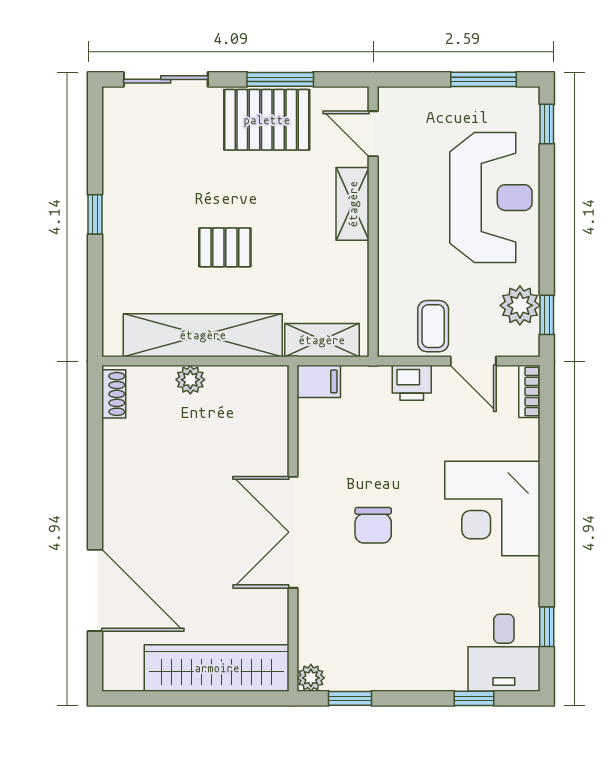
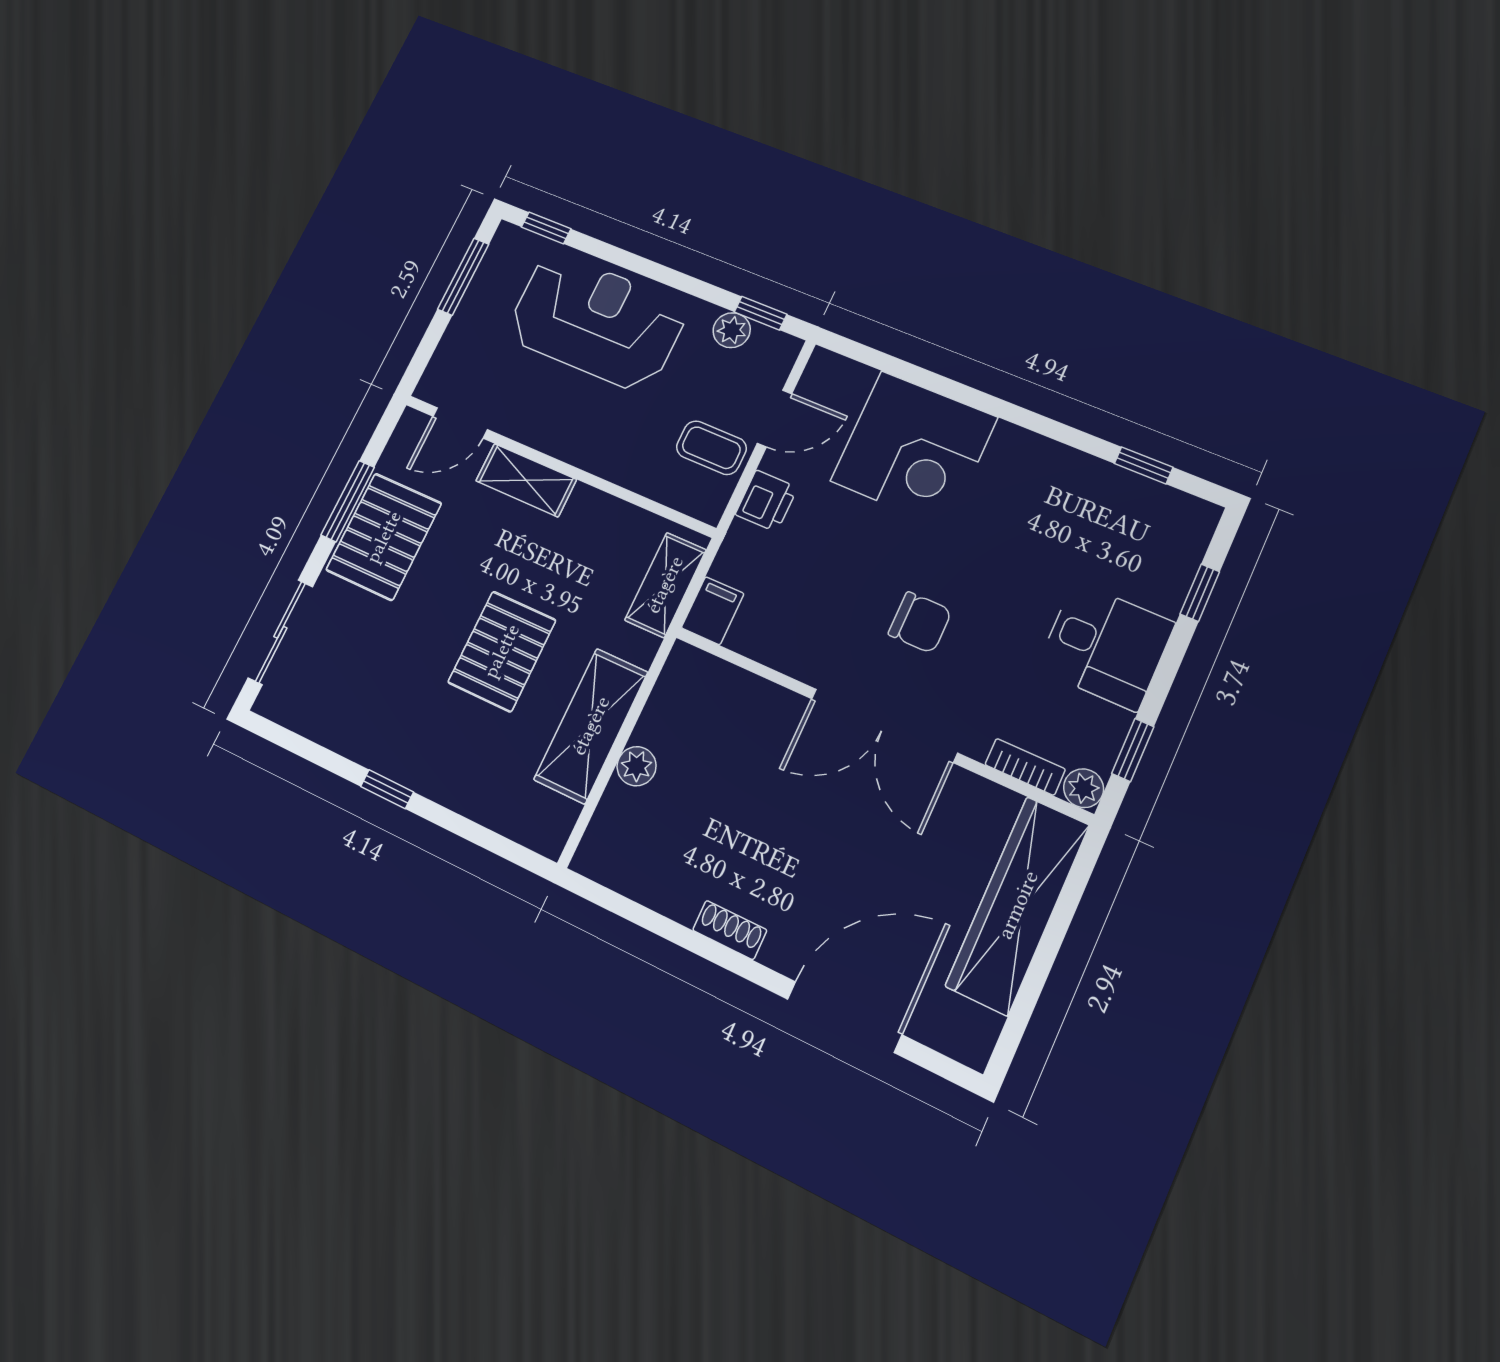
pallet: (225, 247) -> (502, 651), width x1.50, depth x1.42
plant: (520, 305) -> (732, 330), width x0.73, depth x0.73
shelving: (203, 335) -> (591, 726), width x0.68
bookcase: (529, 391) -> (1025, 767), moved, turned 180
shoe rack: (114, 394) -> (730, 930), moved
corner desk: (492, 509) -> (914, 449), moved
desk: (504, 653) -> (1105, 646), moved

